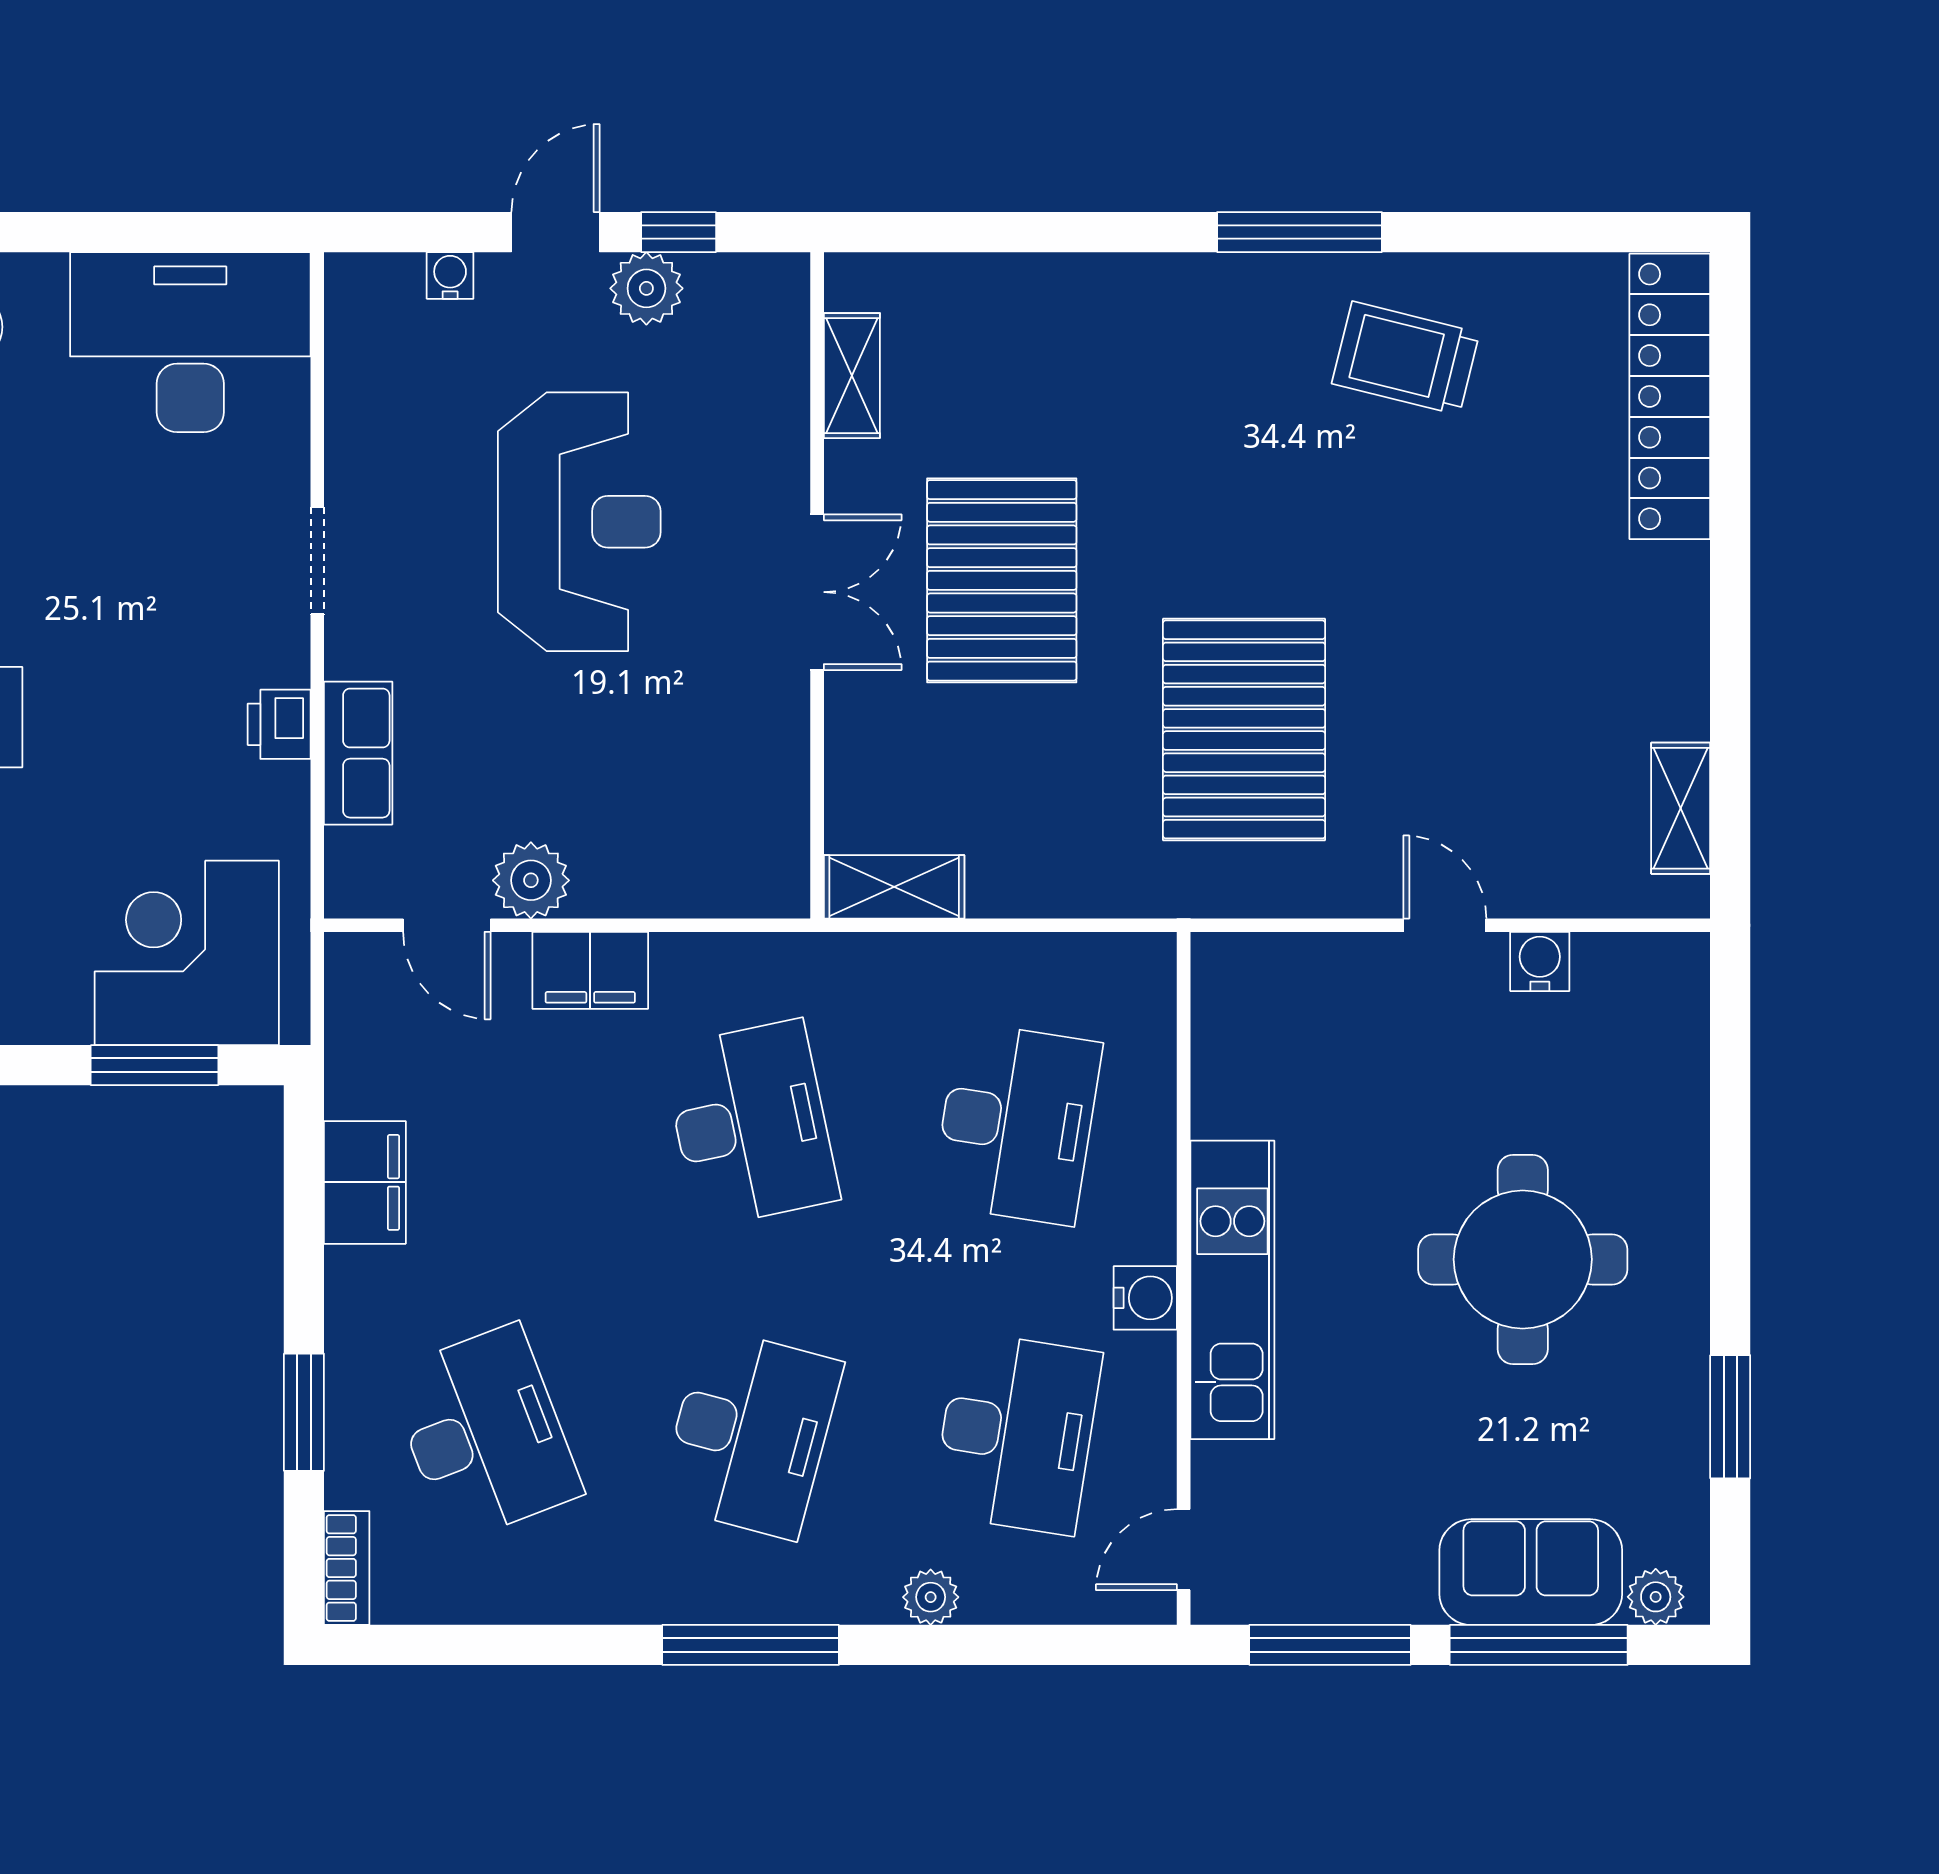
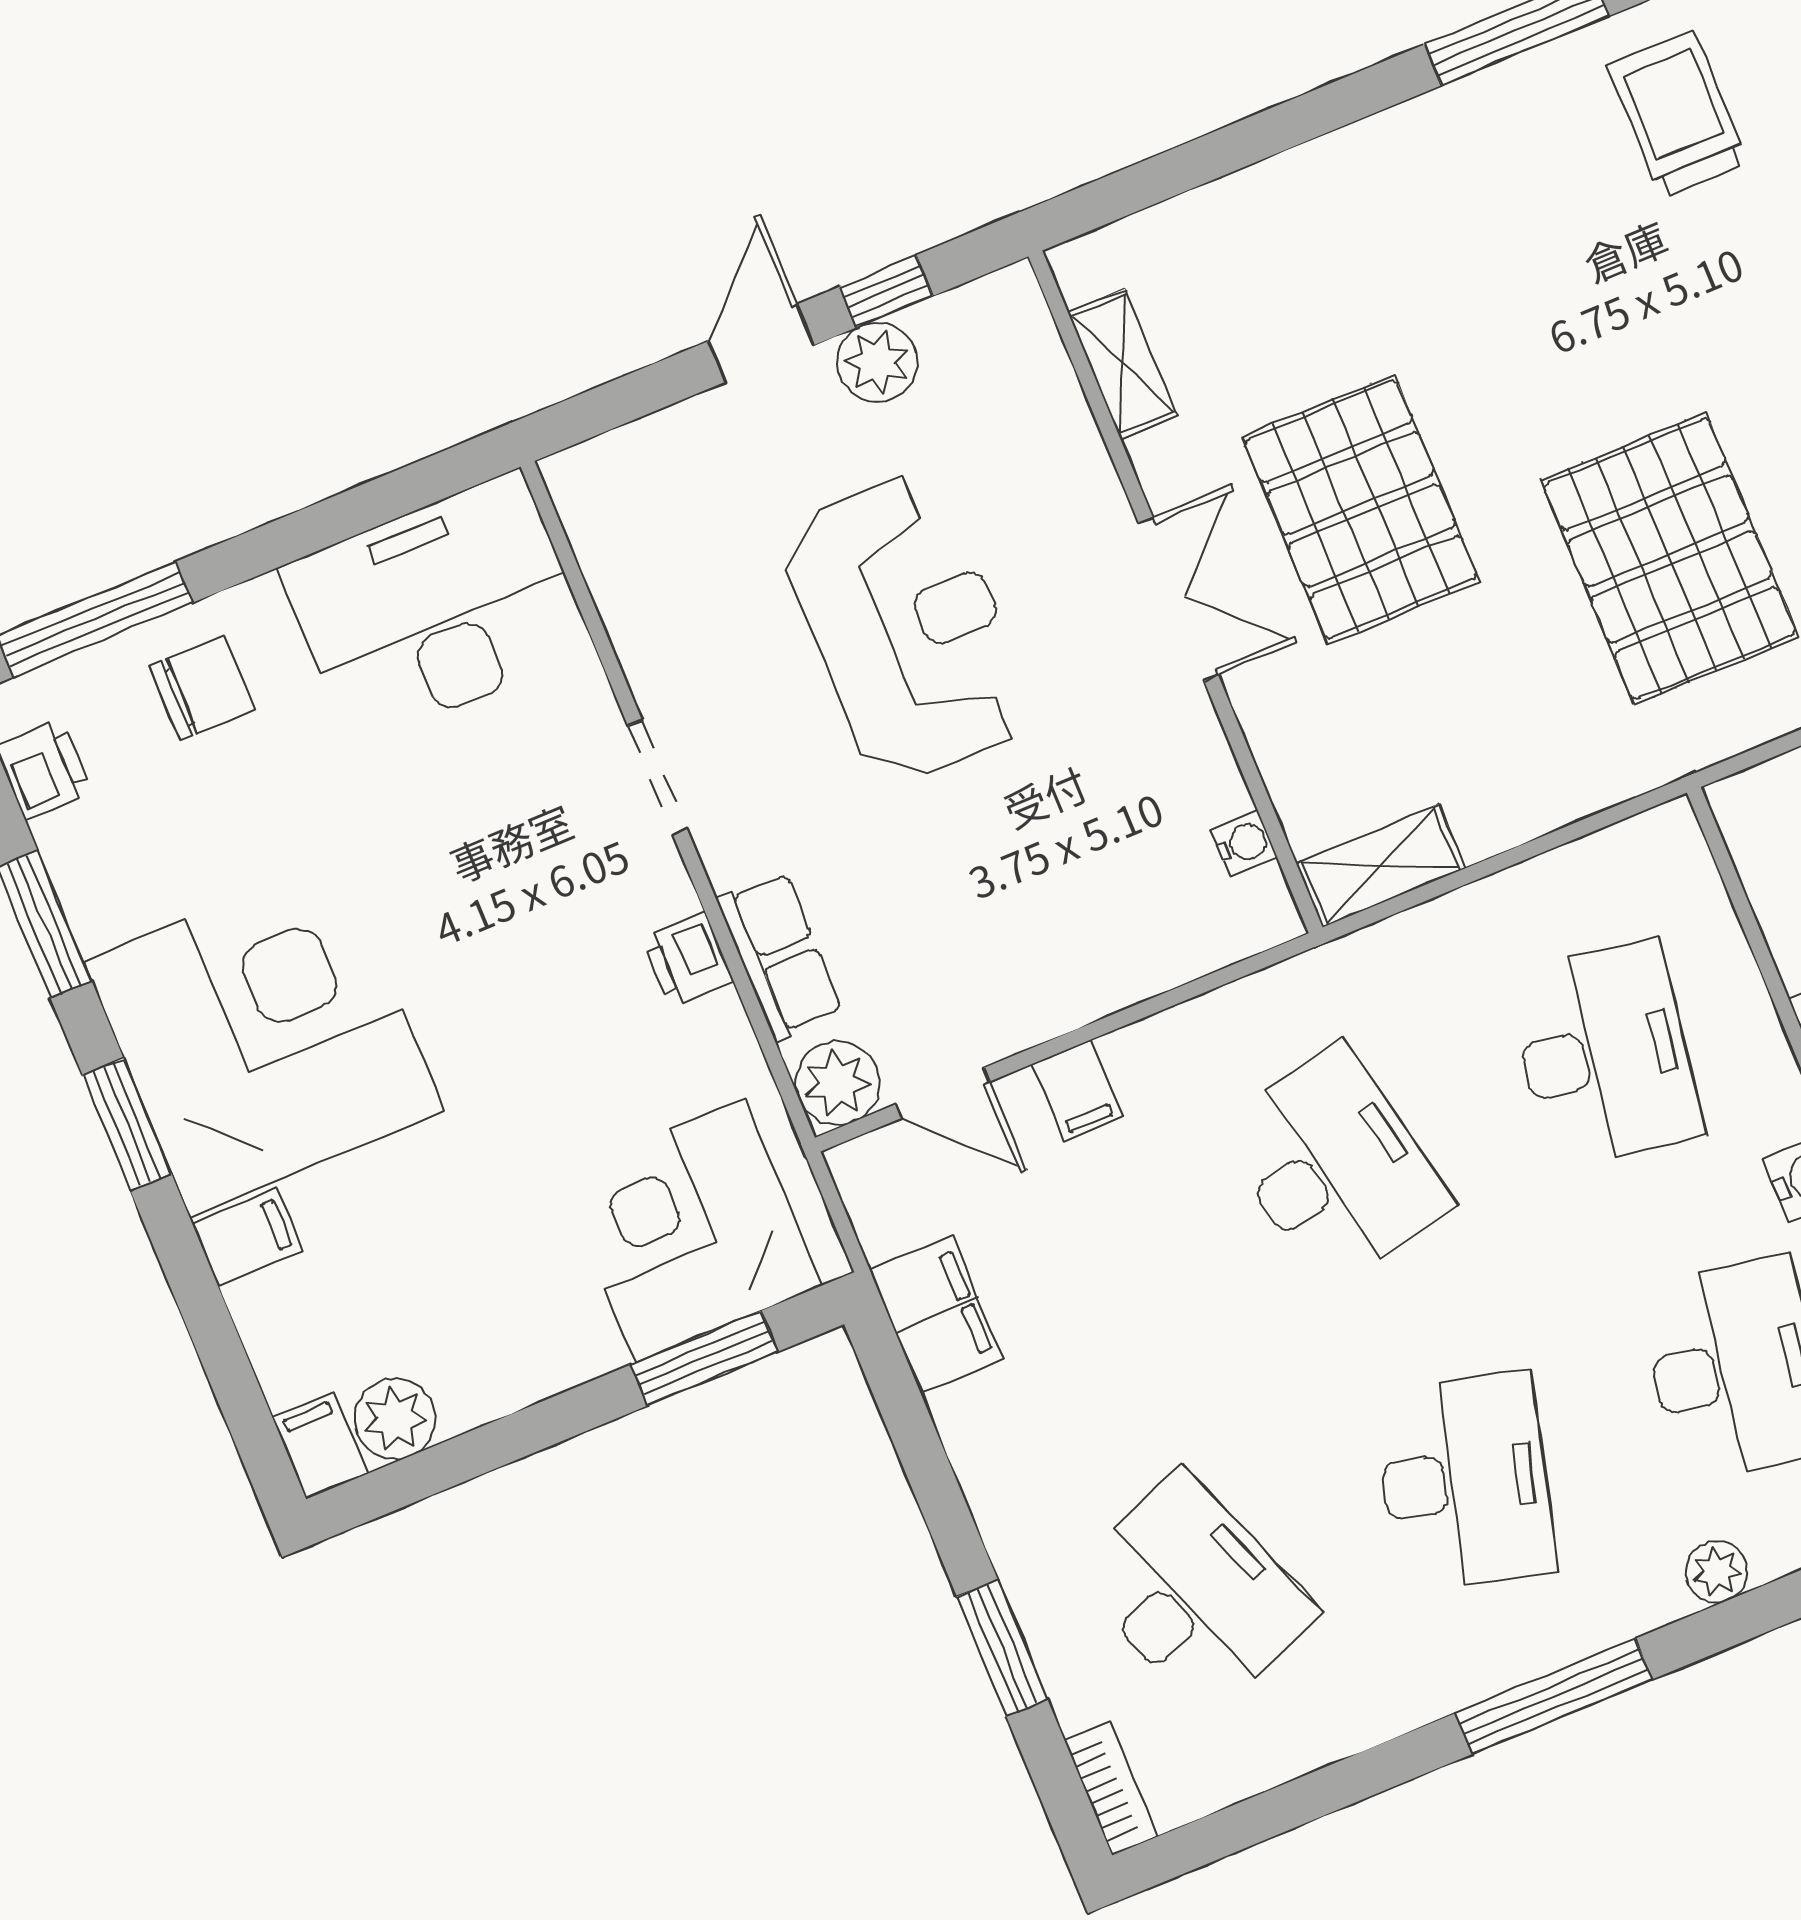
water cooler: (450, 275) -> (1244, 843), moved, turned 90
trolley: (1406, 358) -> (1678, 114), turned 76
plant: (531, 880) -> (837, 1083), moved
filing cabinet: (590, 970) -> (1078, 1091), width x0.50
filing cabinet: (365, 1182) -> (937, 1314), moved

